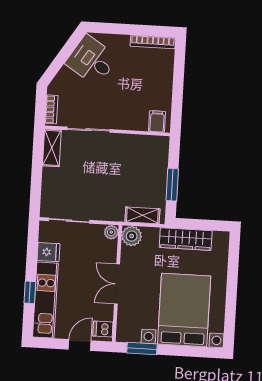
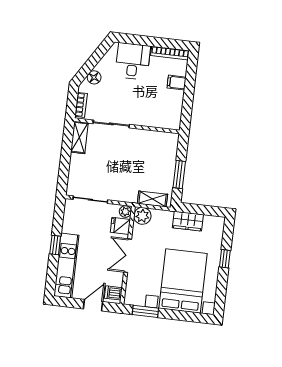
desk: (92, 60) -> (133, 61), moved, turned 57
floor lamp: (65, 76) -> (94, 77), added
filing cabinet: (157, 121) -> (177, 83), moved, turned -90
wardrobe: (186, 239) -> (188, 221), width x0.67
fridge: (48, 252) -> (120, 226), moved, turned 180
window: (232, 281) -> (225, 259), added
window: (30, 292) -> (55, 245), moved

